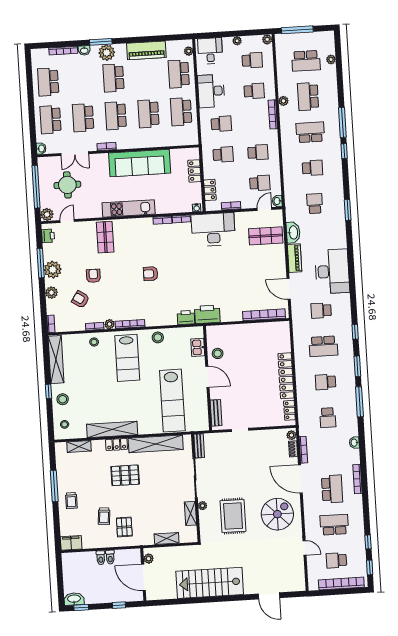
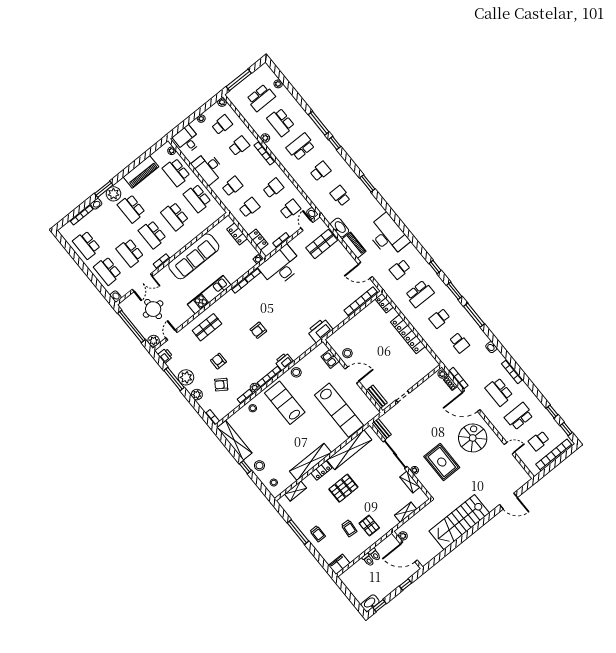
shop shelf: (105, 237) -> (207, 327), turned 90
printer: (186, 317) -> (284, 361), moved
lab bench: (127, 358) -> (285, 403), turned 180
locker: (289, 410) -> (384, 303), moved
school desk: (332, 489) -> (499, 392), turned 180

